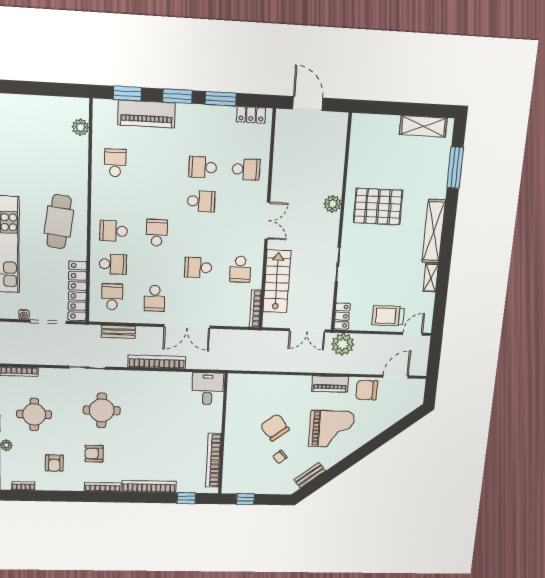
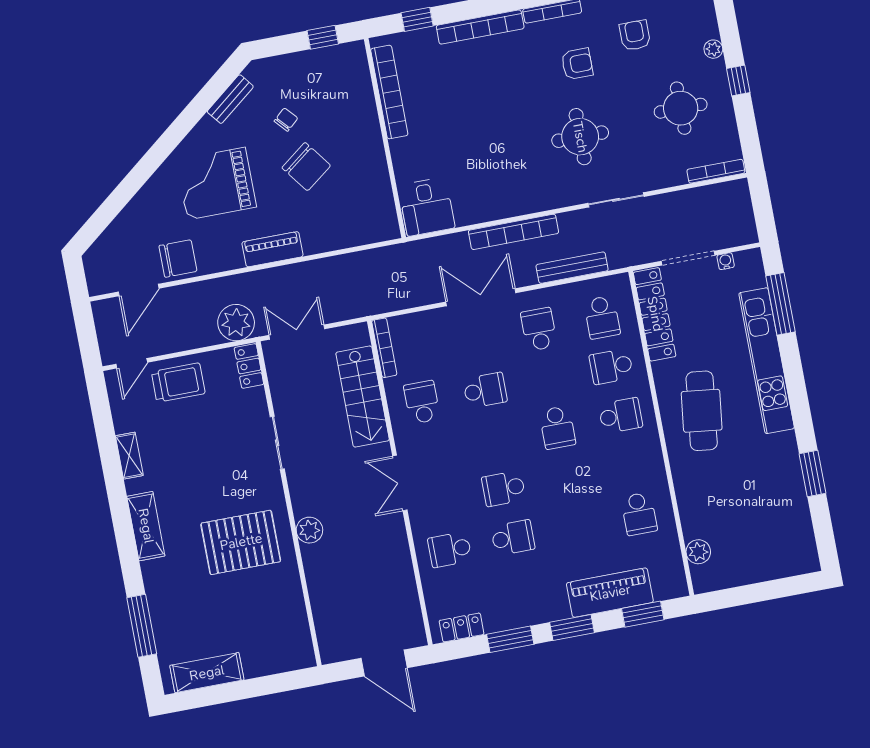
shelving: (434, 231) -> (146, 526), width x0.68
bench: (118, 332) -> (572, 268), width x1.36
piano: (330, 384) -> (272, 249), moved

